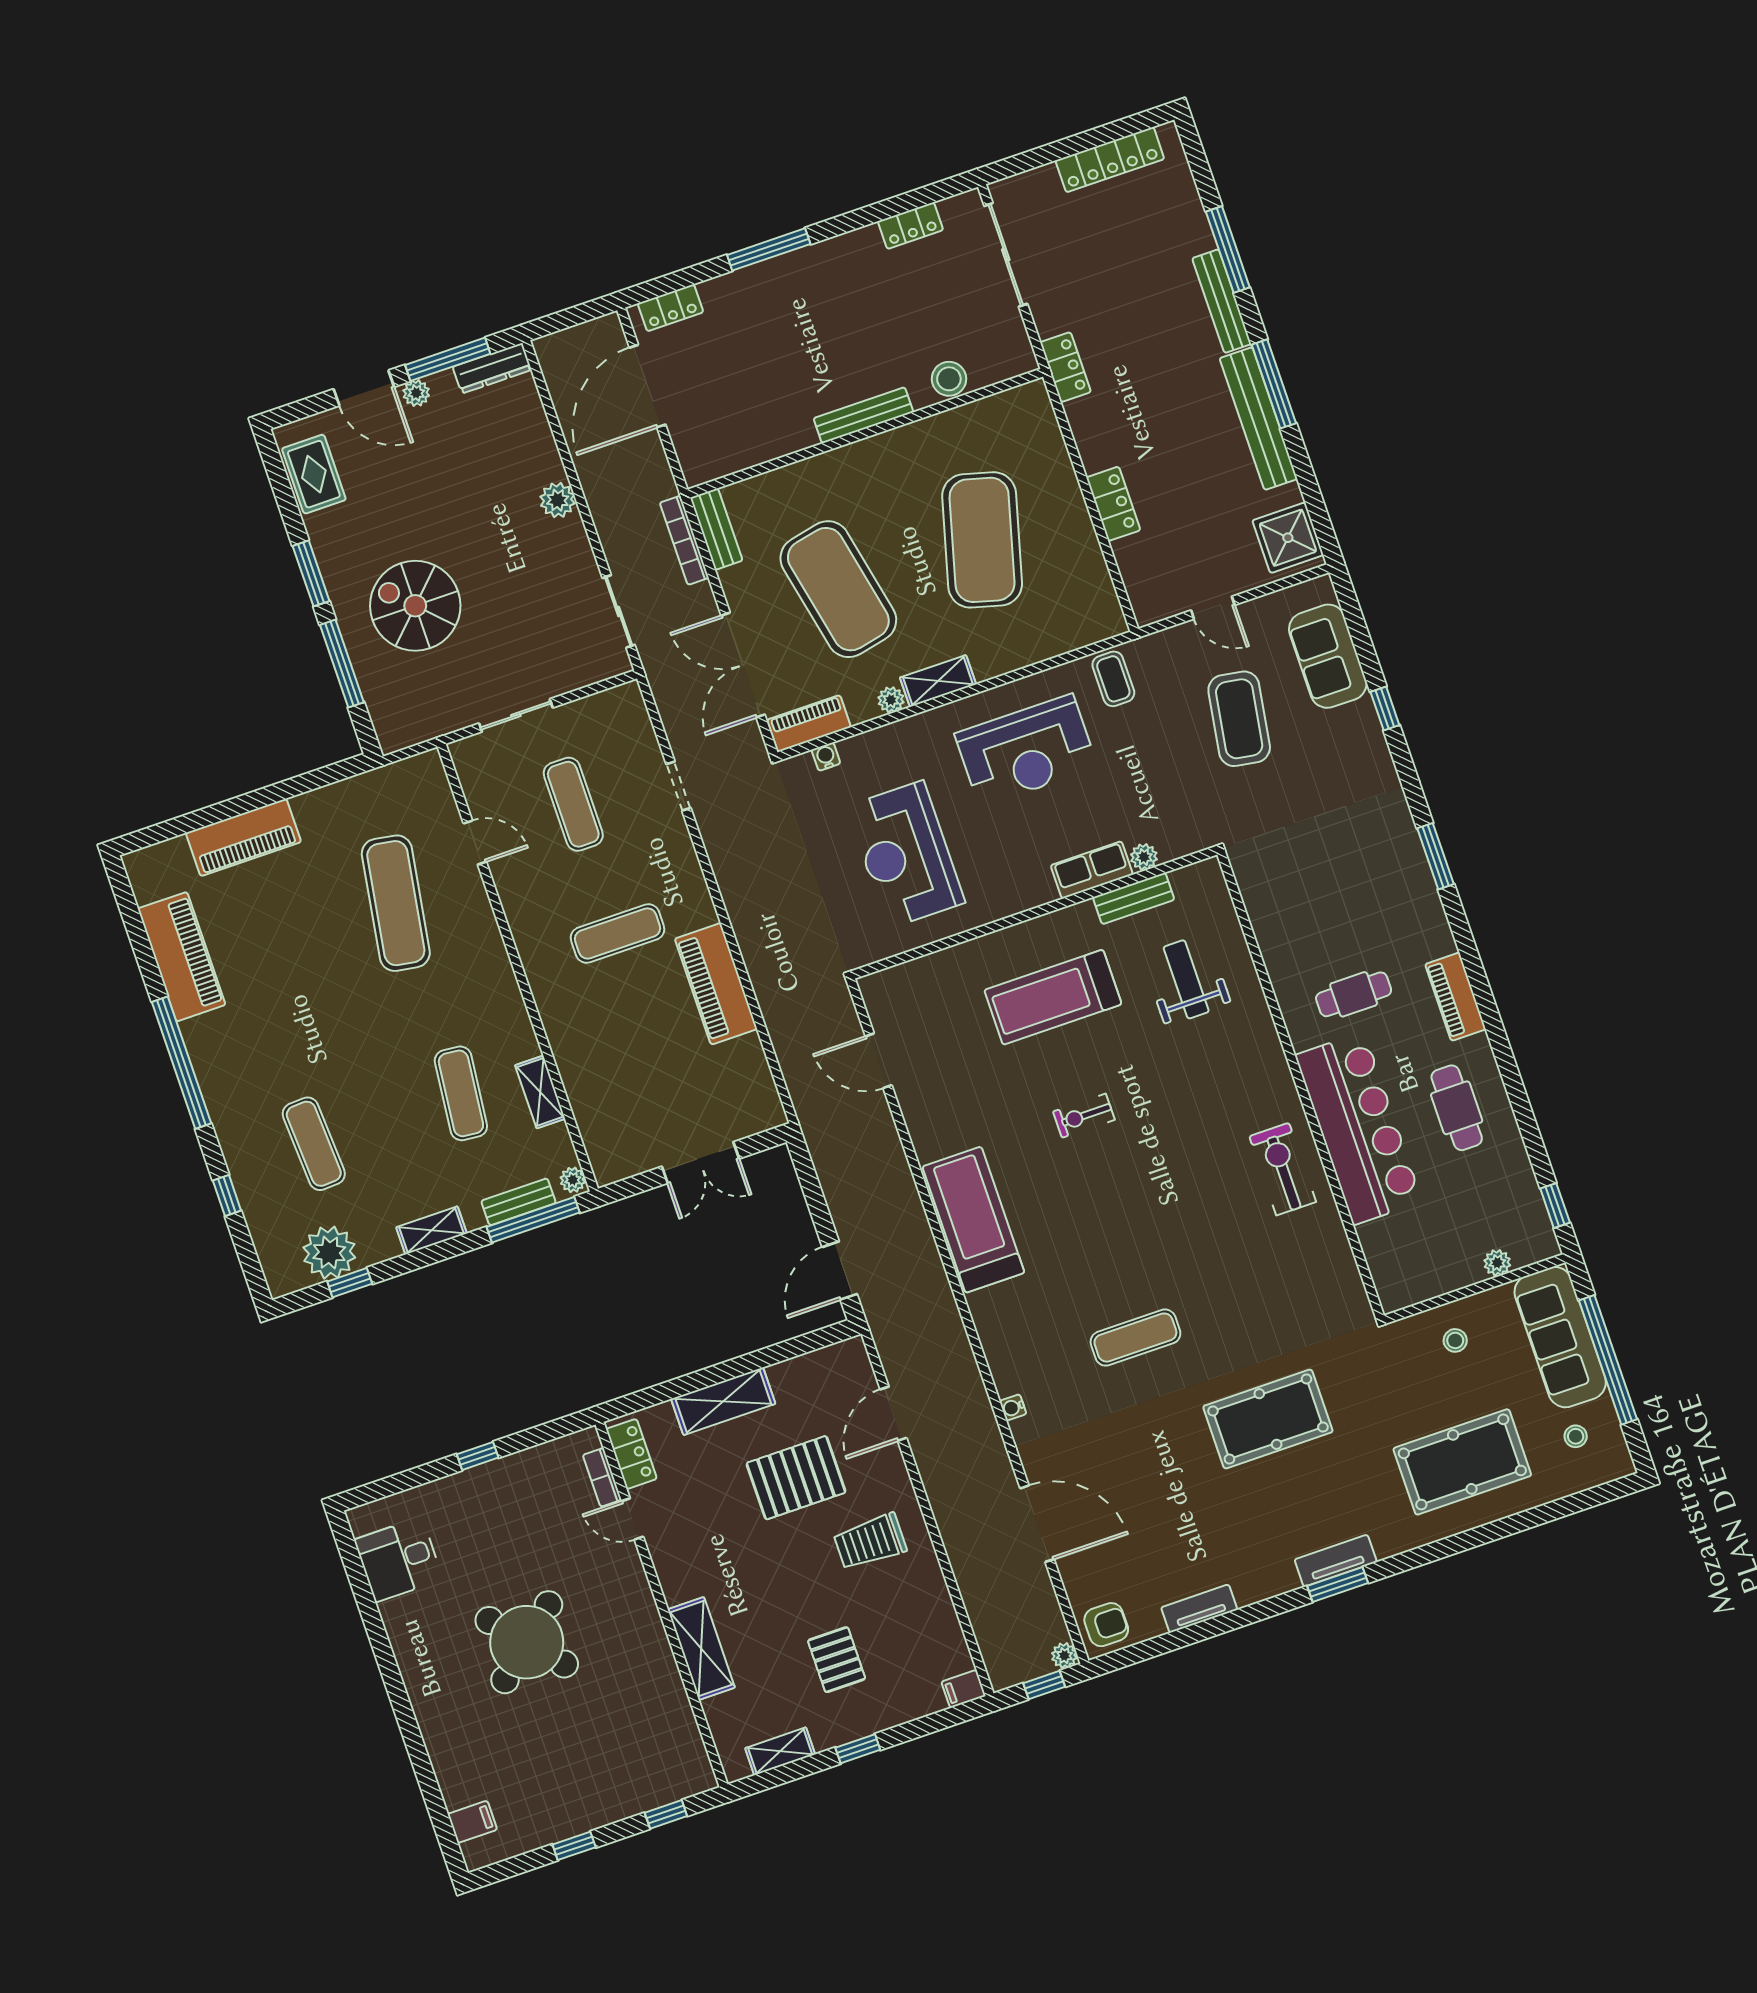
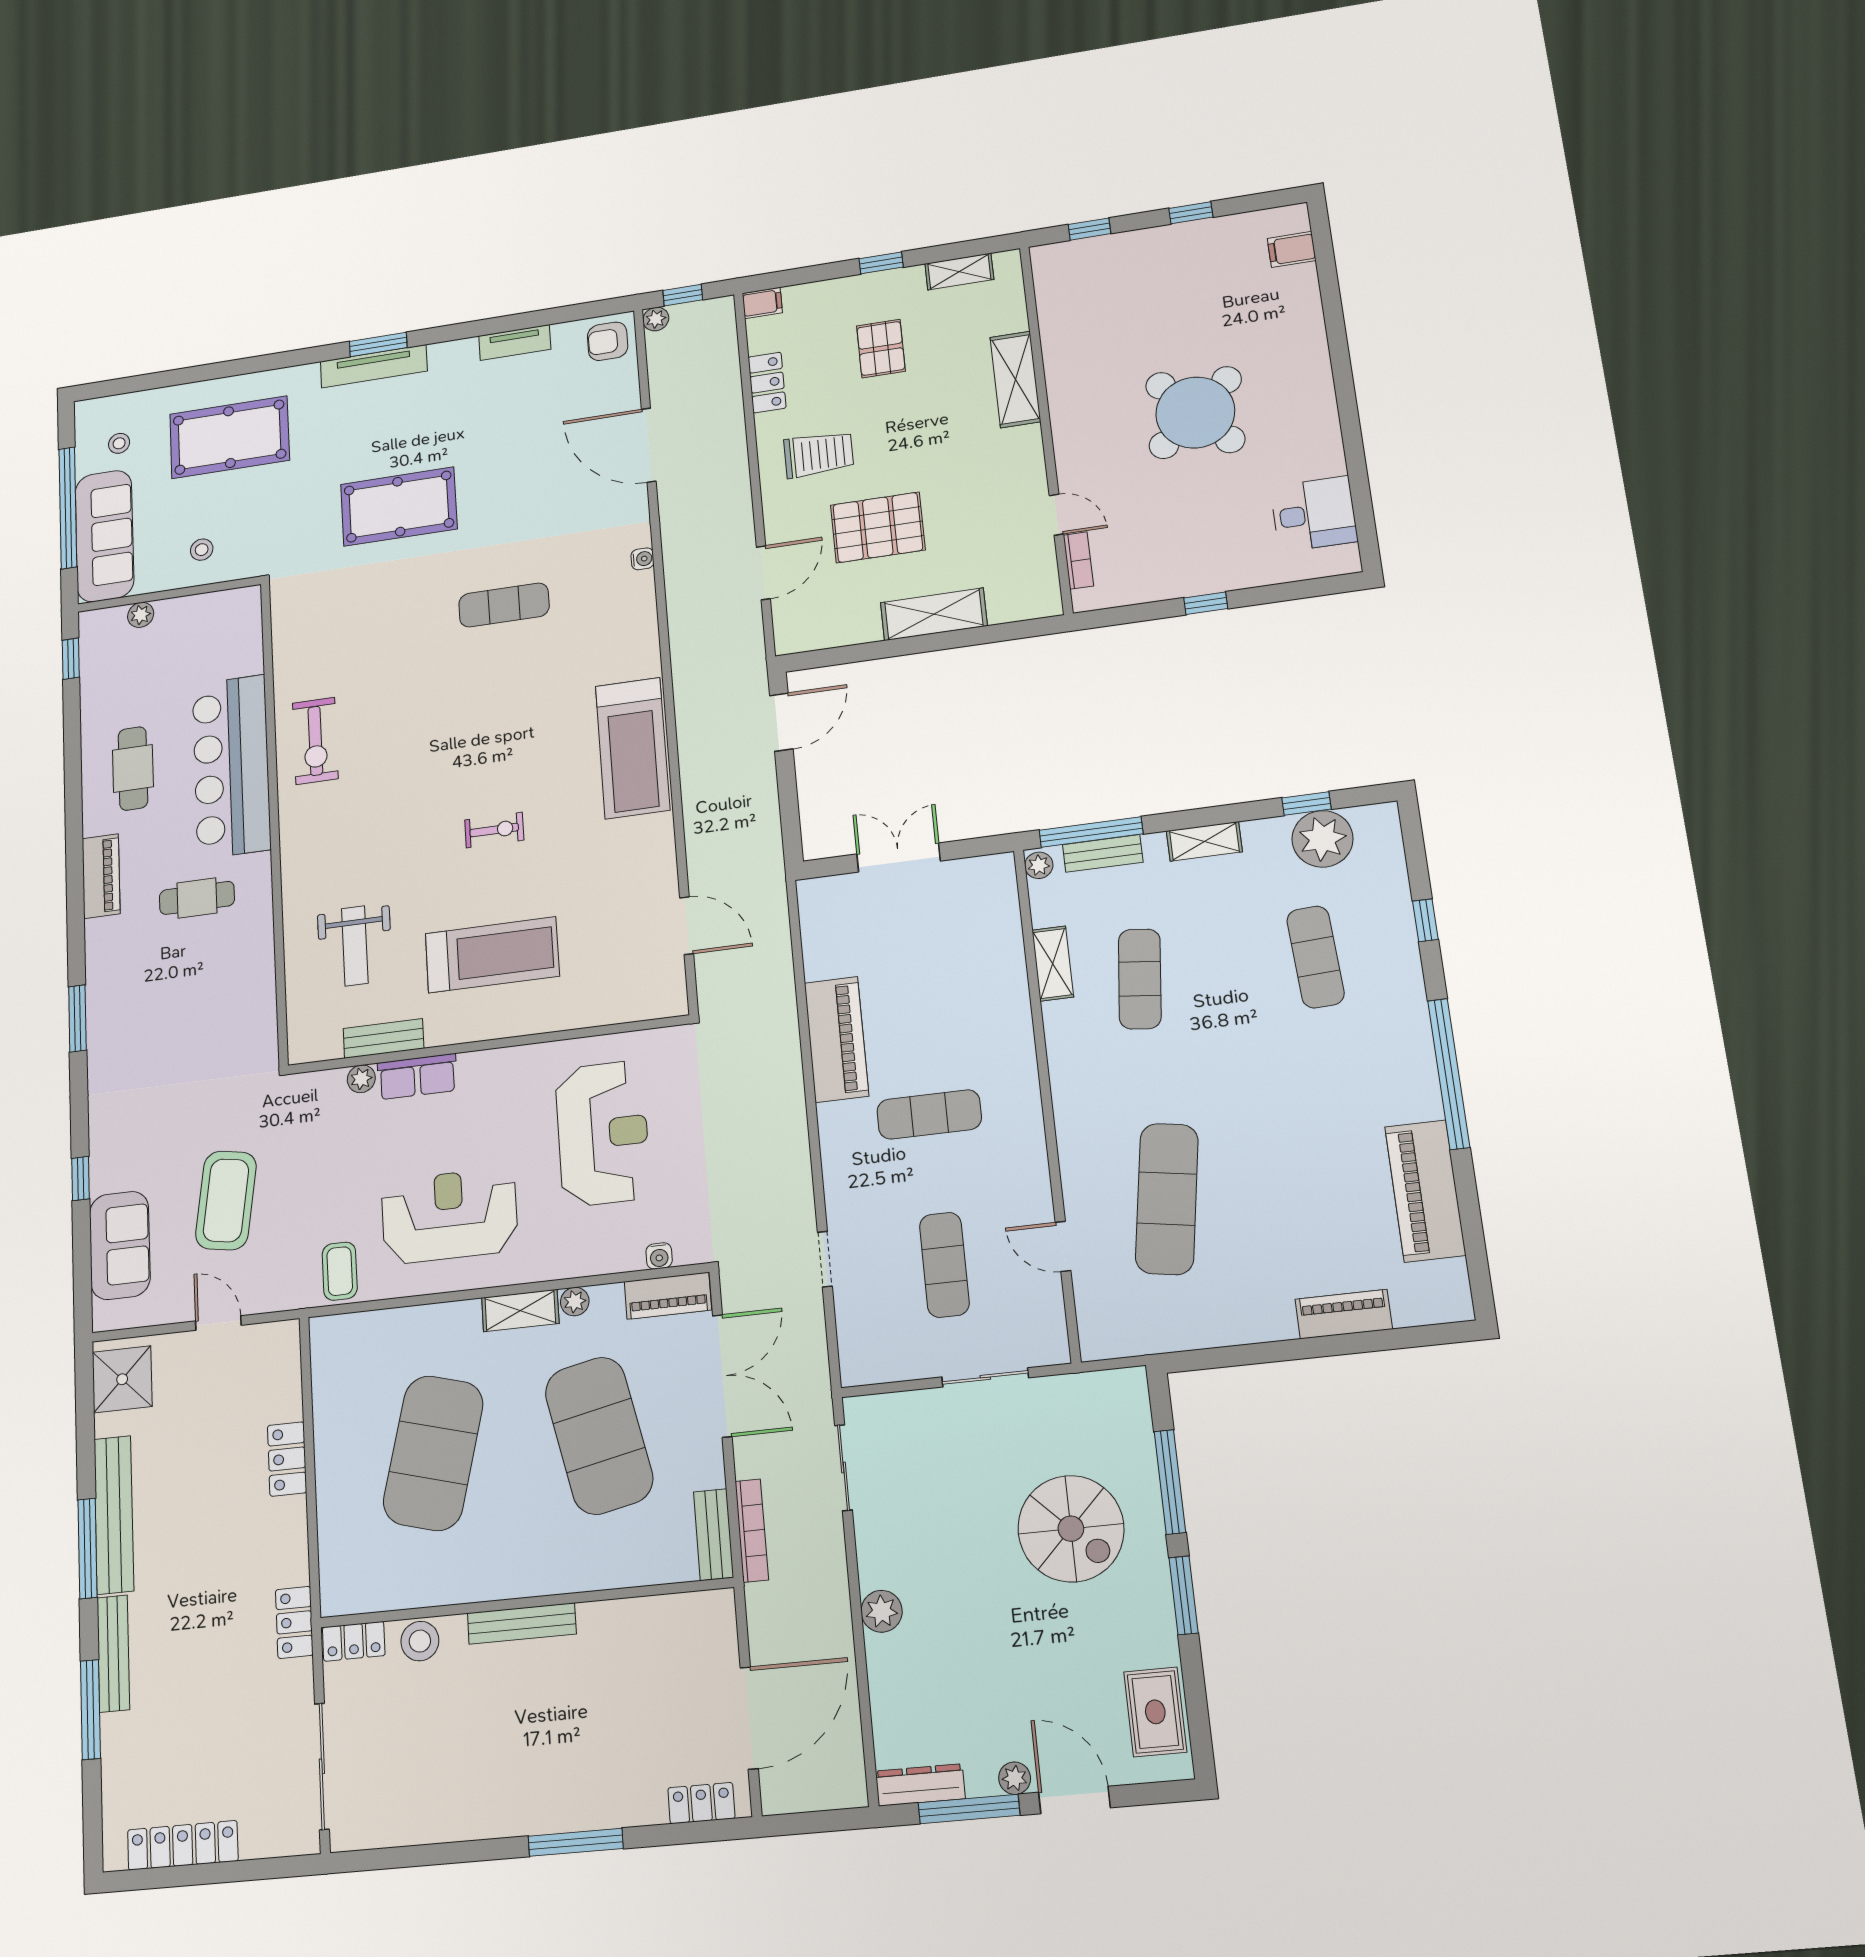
locker: (910, 226) -> (354, 1641), moved, turned 180
piano: (243, 837) -> (1344, 1314), width x0.73, depth x0.75
locker: (631, 1454) -> (767, 383), moved, turned 180
tv unit: (1336, 1561) -> (374, 366), width x1.41

